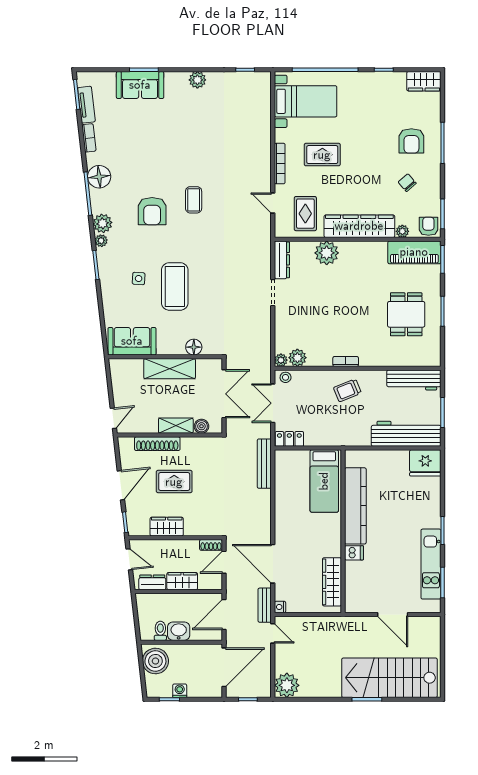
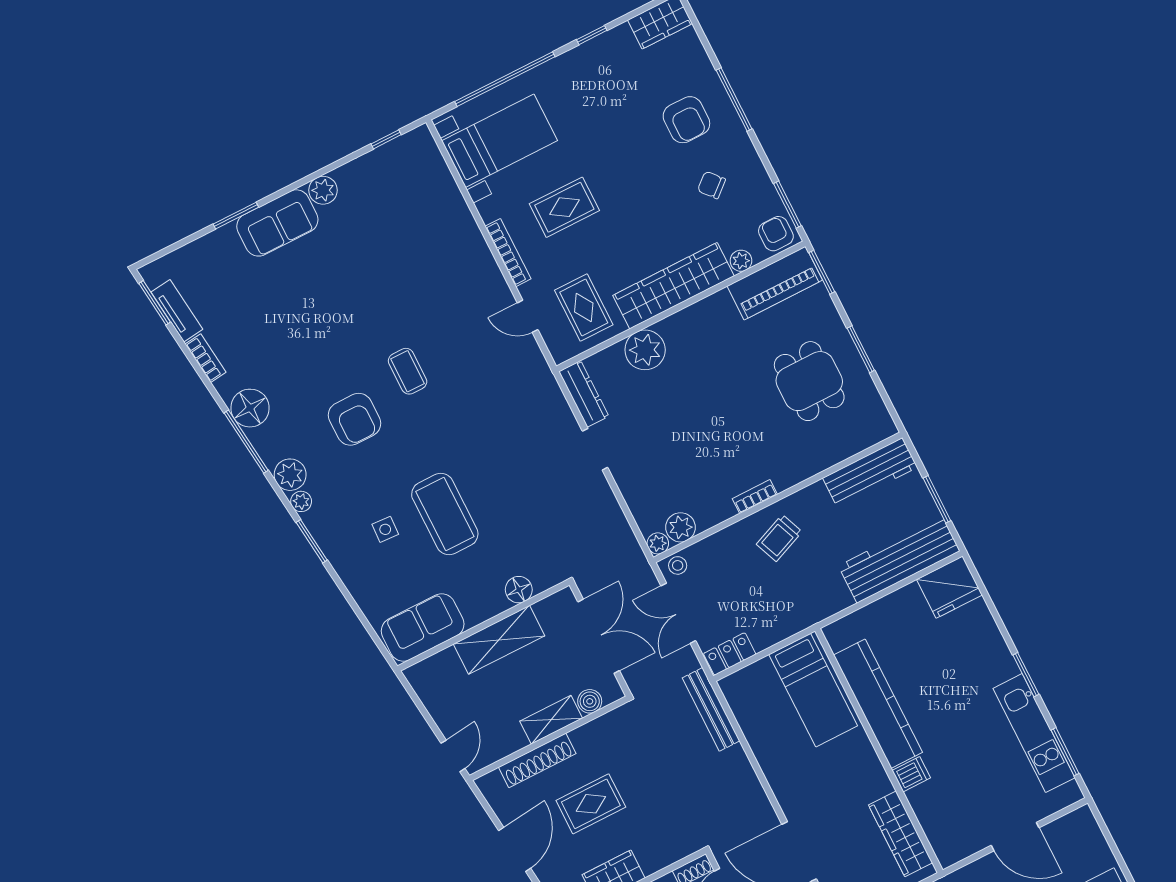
sofa: (140, 85) -> (277, 223), moved

